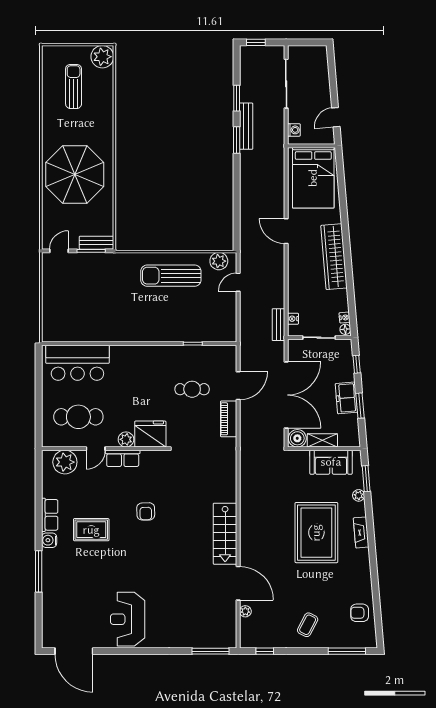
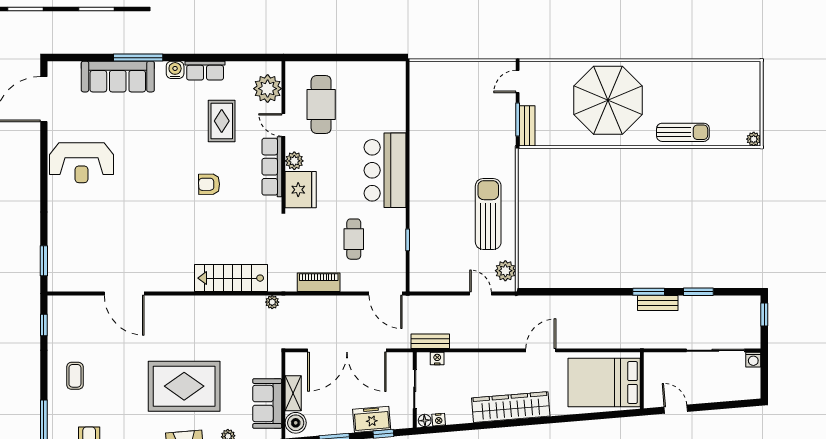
plant: (102, 57) -> (754, 139), width x0.53, depth x0.53
sun lounger: (74, 86) -> (683, 132), moved
bench: (246, 126) -> (658, 303), width x0.73
washing machine: (294, 130) -> (753, 360), moved
door: (59, 251) -> (518, 82), swing flipped
bar counter: (77, 363) -> (385, 170), moved
door: (238, 386) -> (386, 294), moved
freezer: (346, 398) -> (372, 419), moved
boiler: (297, 438) -> (296, 423), moved
row of seats: (123, 458) -> (272, 167), width x1.48
rug: (91, 530) -> (222, 121), moved
stairs: (225, 534) -> (231, 278), moved
door: (238, 583) -> (124, 294), hinge flipped
sofa: (55, 589) -> (118, 77), added
plant: (245, 611) -> (272, 302), moved
reception desk: (128, 619) -> (82, 163), turned 180
coffee table: (308, 625) -> (75, 376), turned 62
window: (210, 651) -> (44, 261), width x0.69

